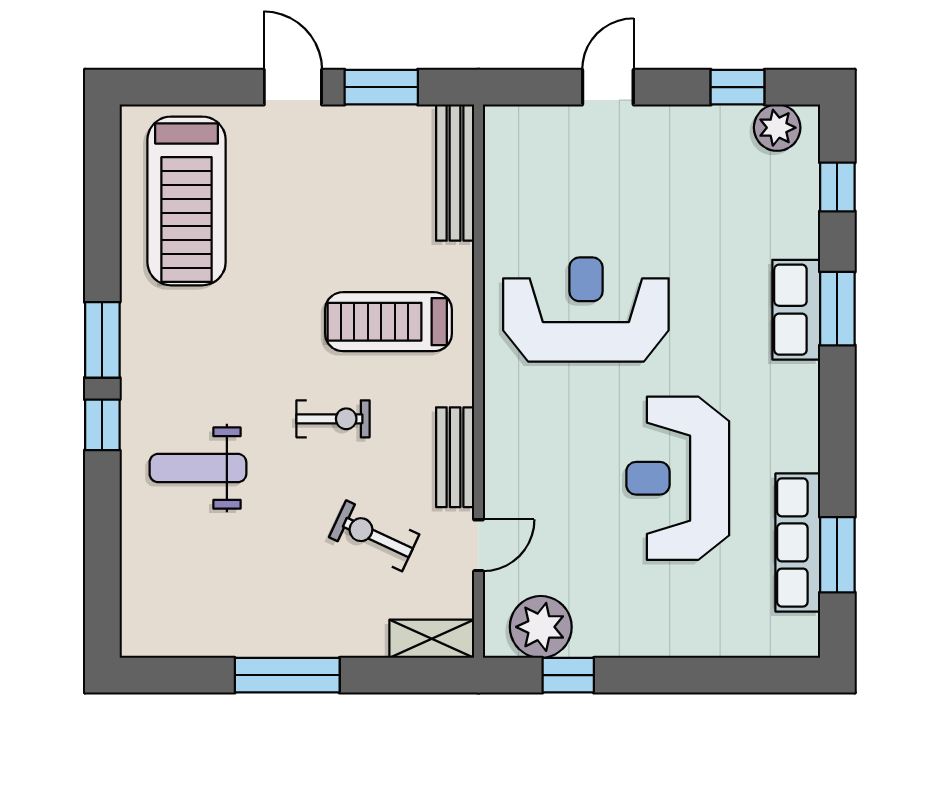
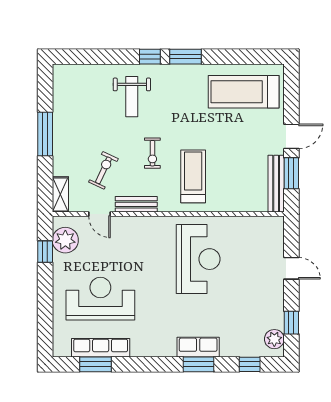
bench: (455, 173) -> (276, 184), moved, turned 90
weight bench: (198, 468) -> (132, 97), turned 180
reception desk: (678, 478) -> (100, 299), moved

